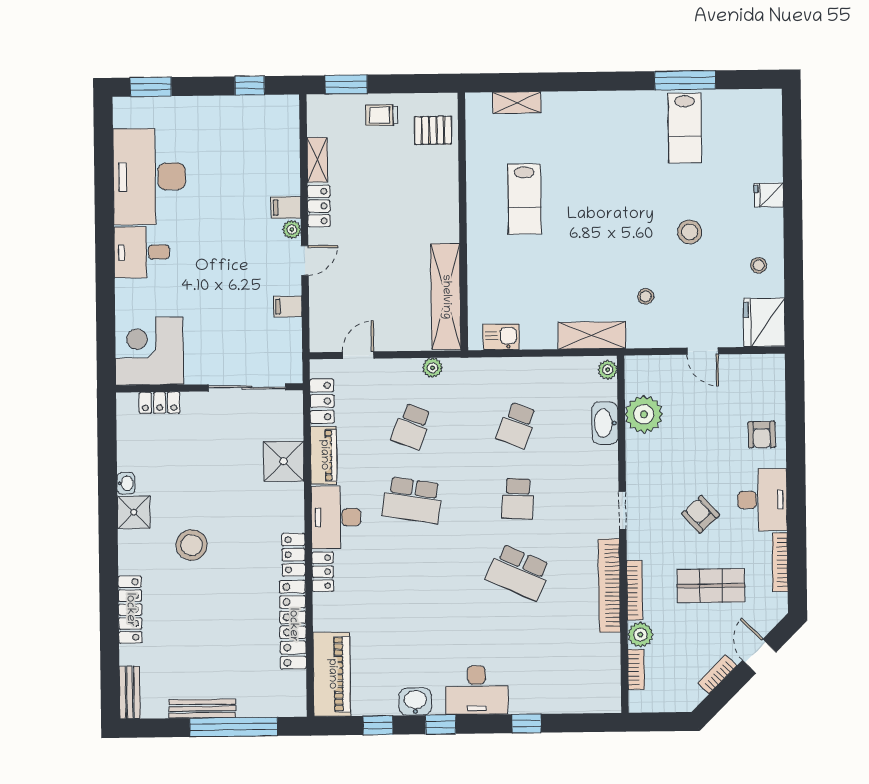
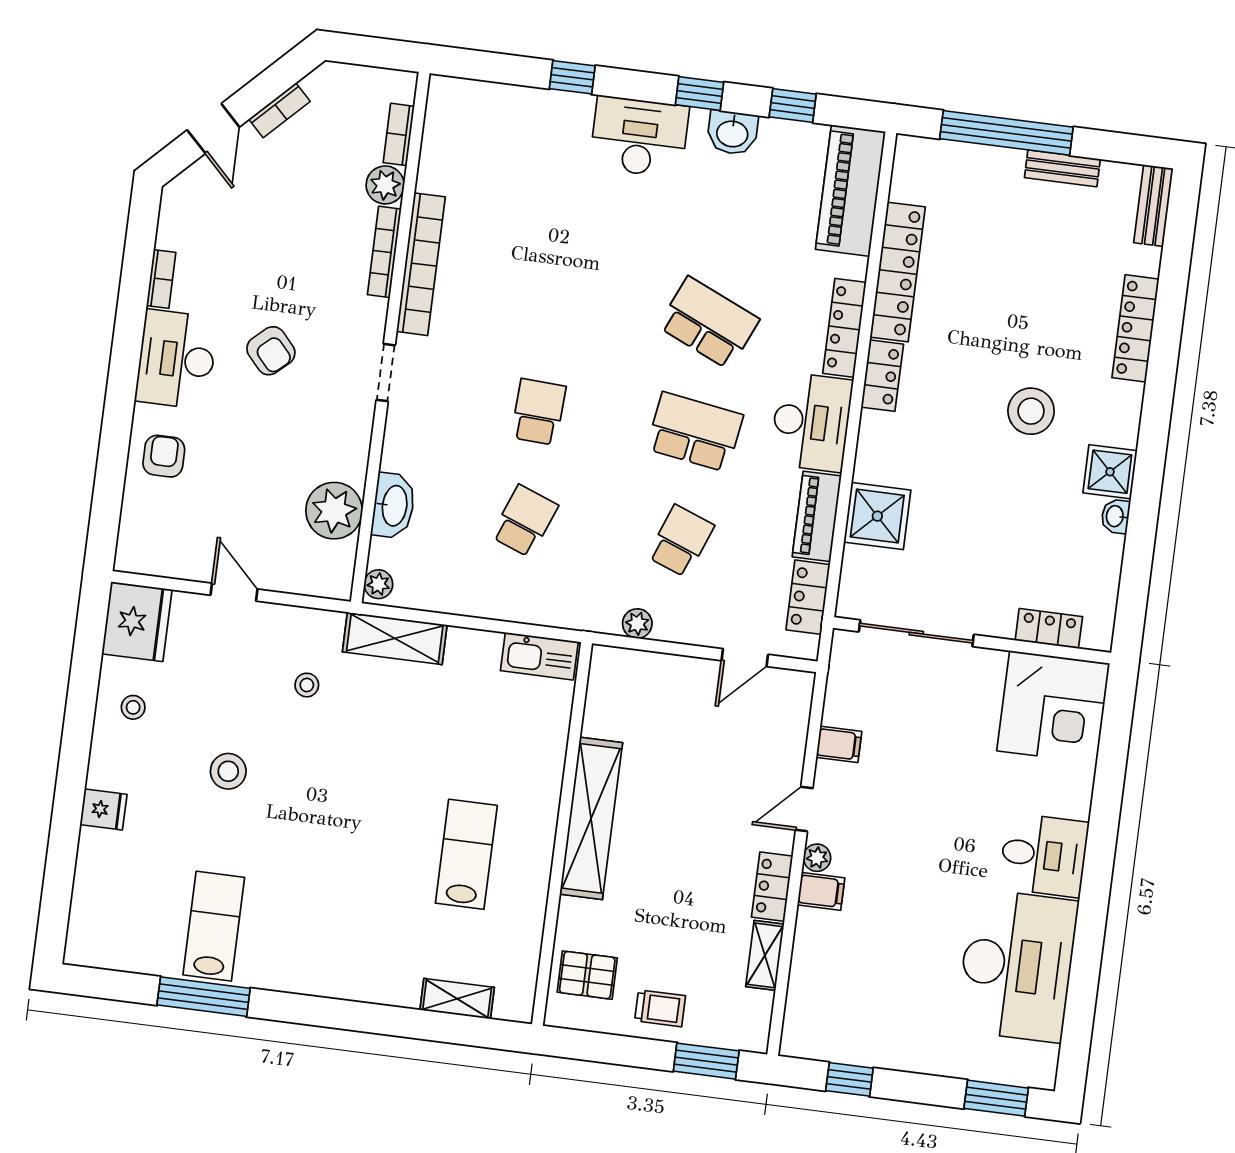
shelving: (446, 297) -> (591, 818), moved
kitchen sink: (501, 337) -> (539, 656), width x1.38
bookcase: (780, 562) -> (161, 279), width x0.64
locker: (323, 572) -> (844, 328), width x1.53
school desk: (519, 572) -> (709, 323), moved
shop shelf: (711, 586) -> (270, 243), removed
bench: (202, 709) -> (1062, 168), width x0.73

